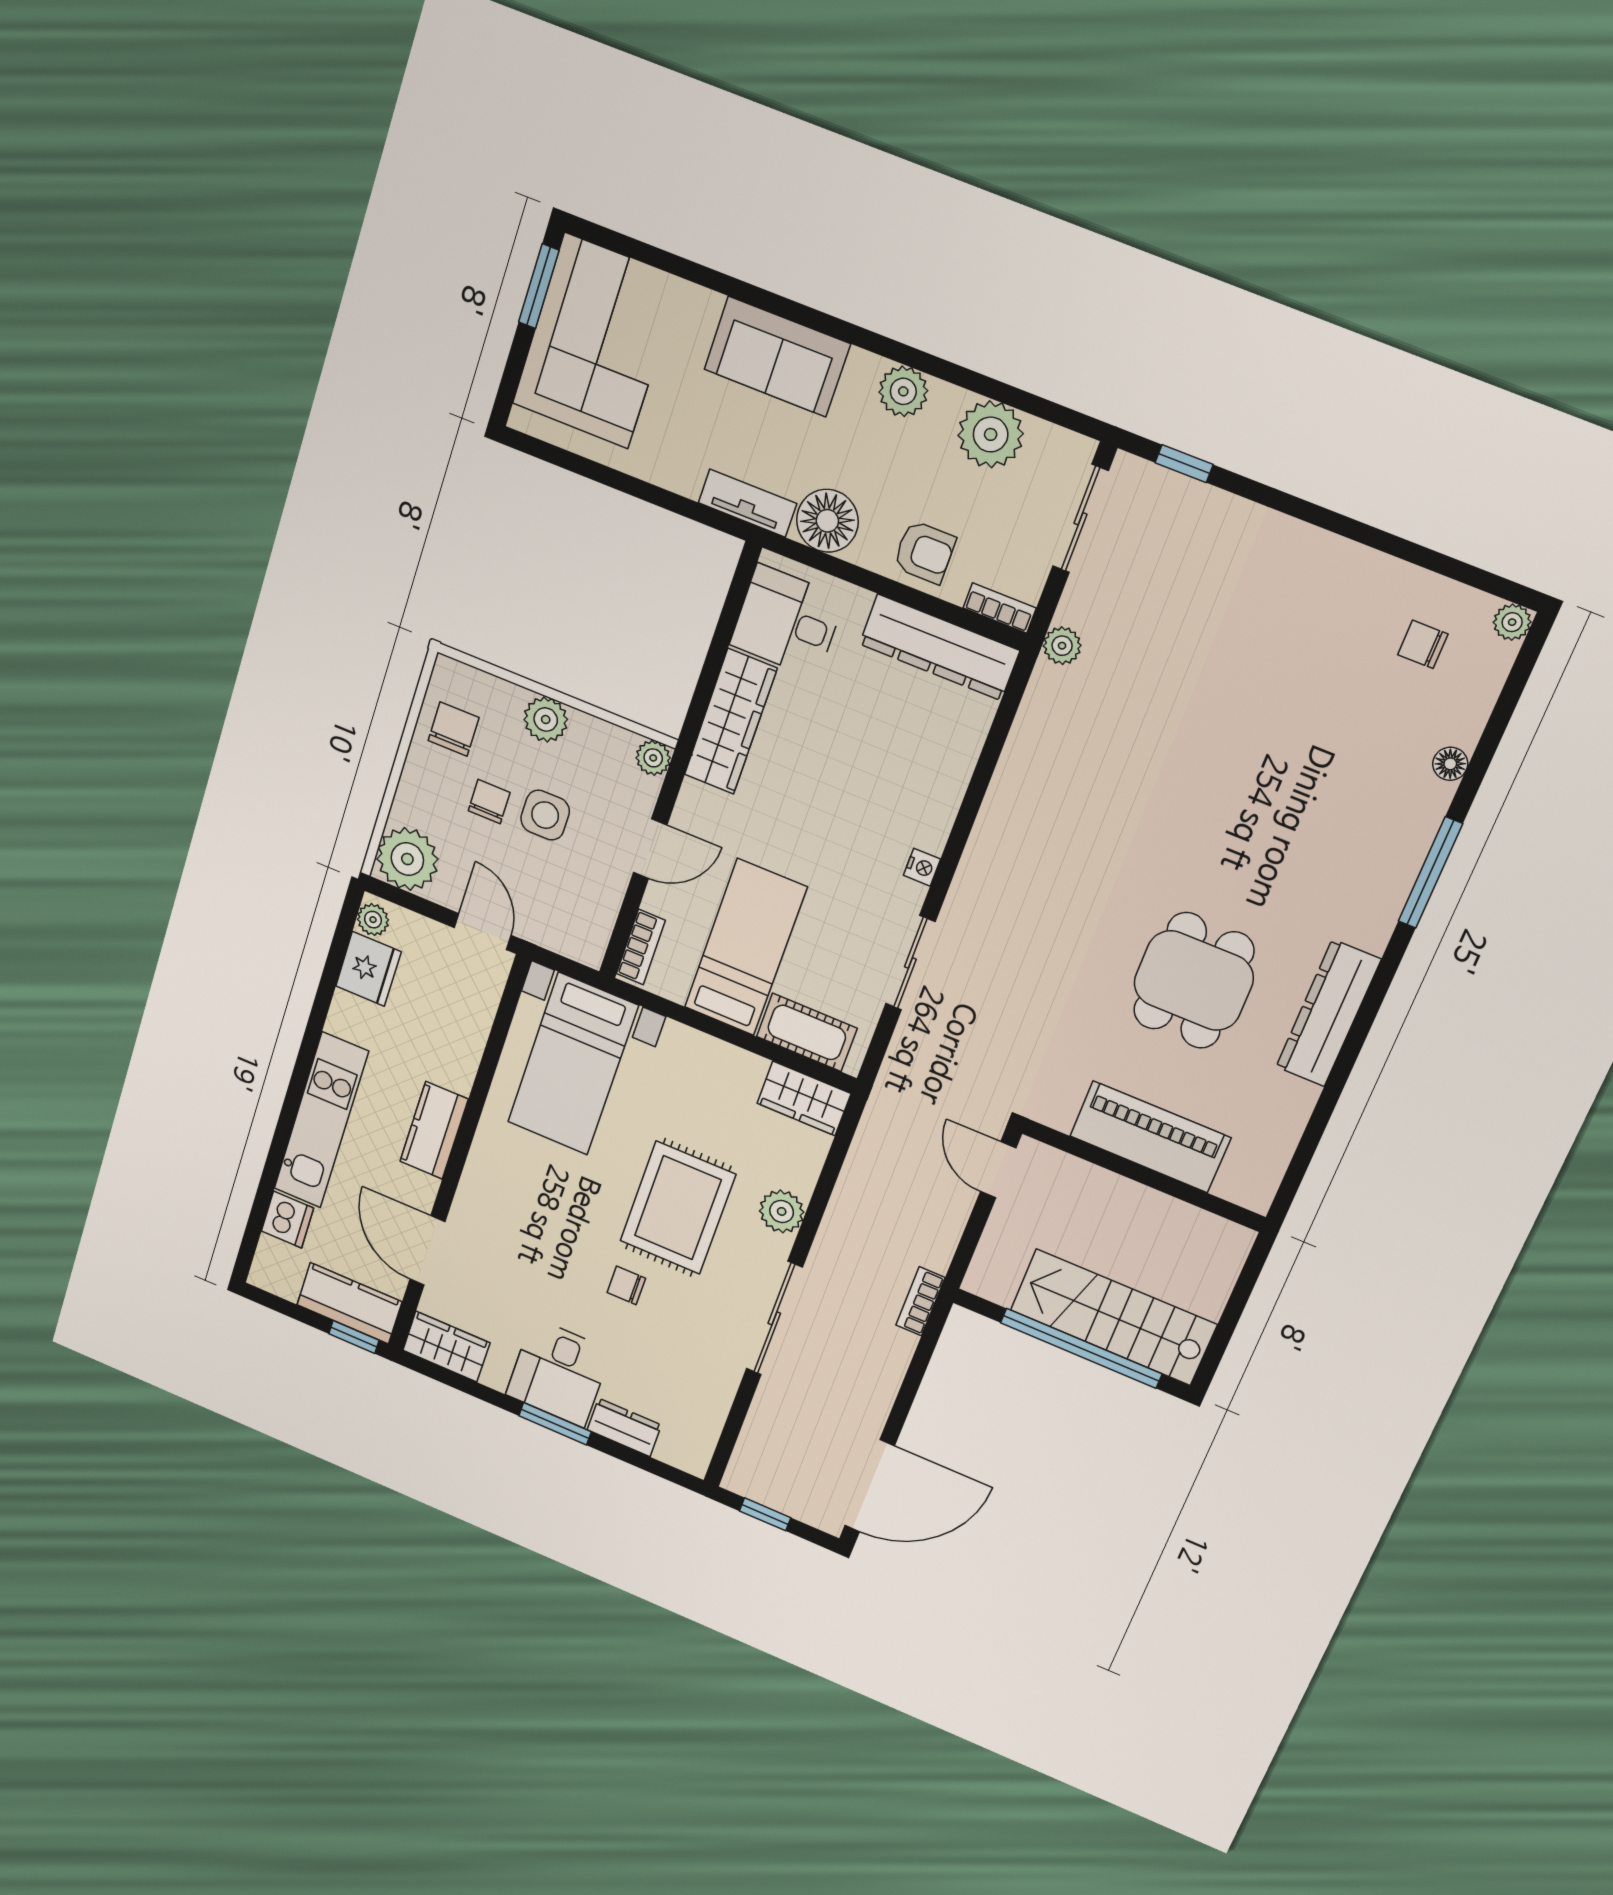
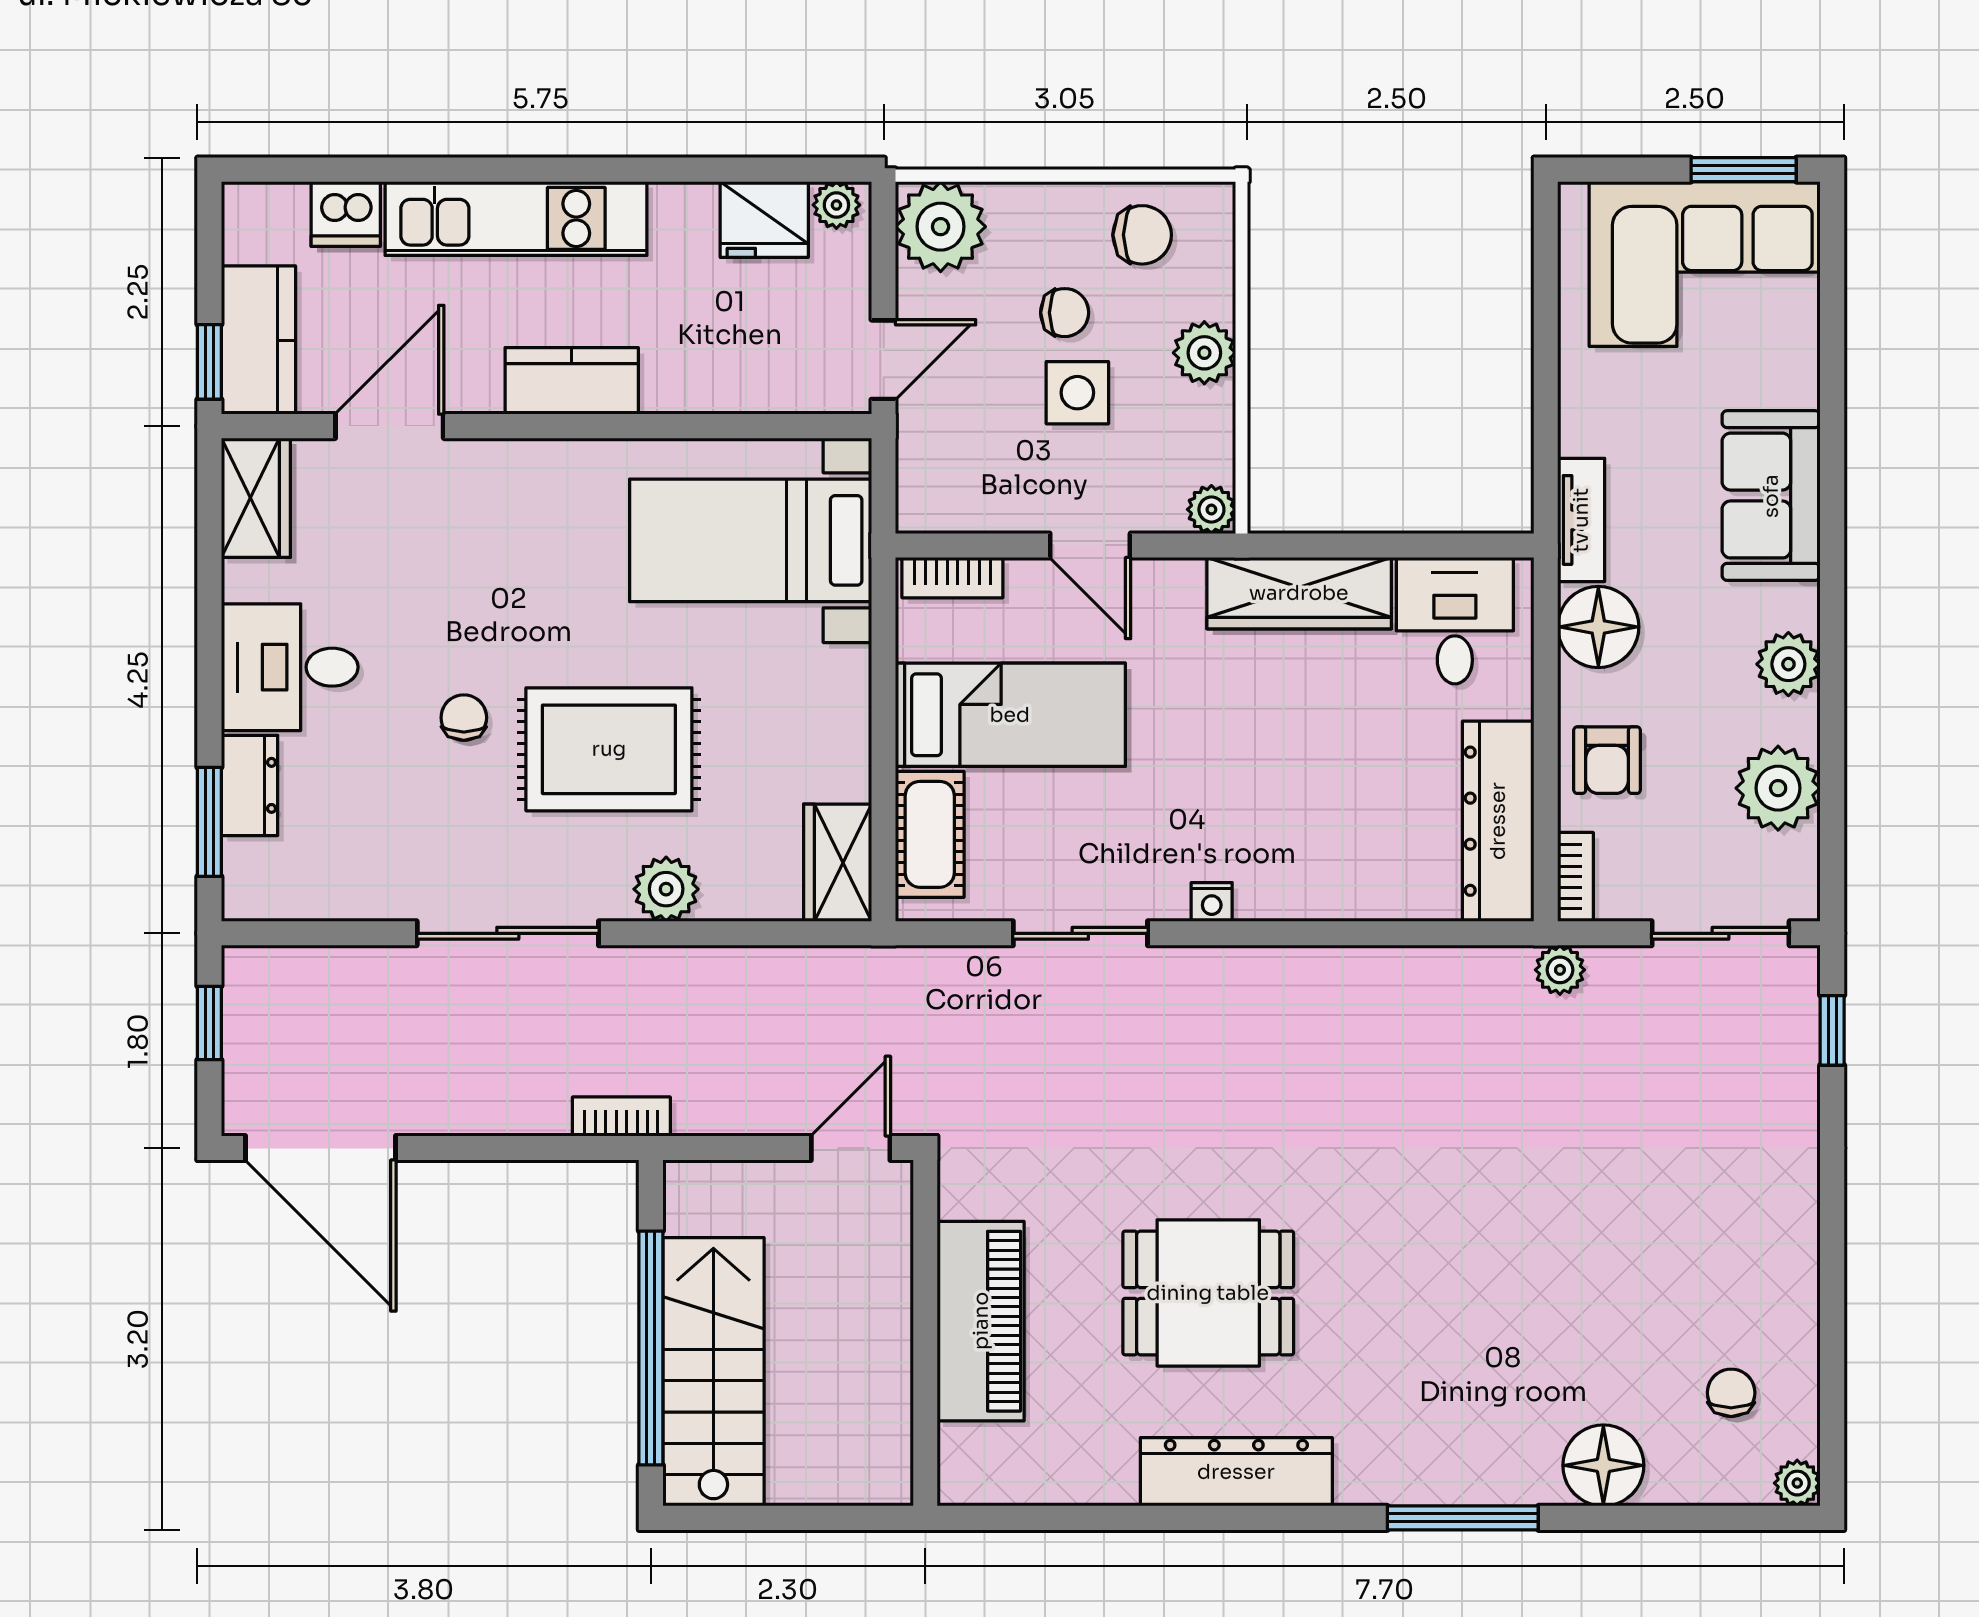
floor lamp: (1450, 764) -> (1603, 1465), width x1.89, depth x1.89
window: (555, 1424) -> (209, 822), moved

